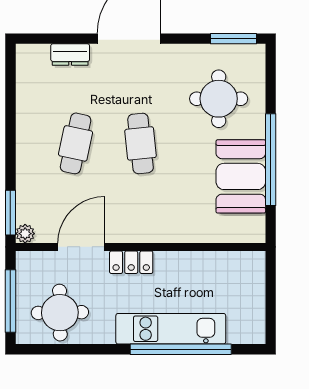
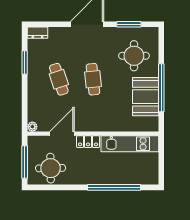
window: (233, 39) -> (129, 24), moved
dresser: (70, 55) -> (37, 33), moved
cafe table: (76, 143) -> (59, 79), turned -30
window: (10, 213) -> (25, 63), moved
kitchen unit: (171, 329) -> (130, 144), moved, turned 180

